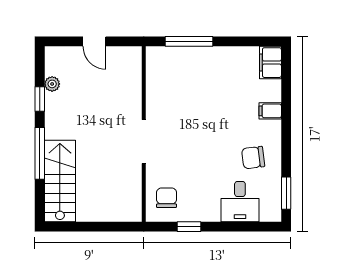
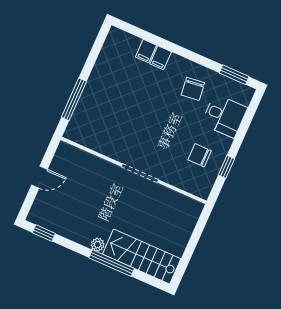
filing cabinet: (270, 63) -> (146, 51), moved, width x0.50
plant: (52, 84) -> (98, 245), moved
window: (40, 99) -> (44, 233), moved
chair: (167, 198) -> (200, 155), moved

